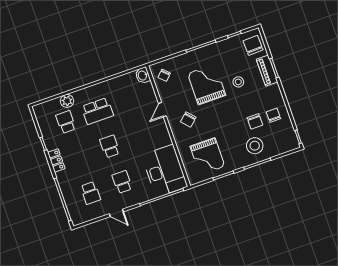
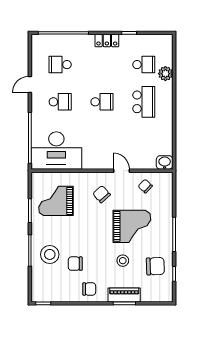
chair: (253, 45) -> (155, 266), moved
chair: (164, 75) -> (145, 186), moved
school desk: (97, 111) -> (144, 102), turned 180
chair: (273, 115) -> (89, 289), moved

